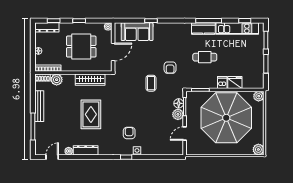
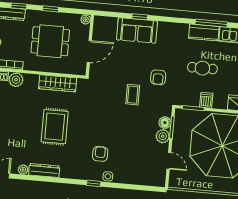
sofa: (137, 32) -> (137, 30), moved
dishwasher: (222, 82) -> (206, 100), moved
door: (185, 134) -> (169, 161), swing flipped

